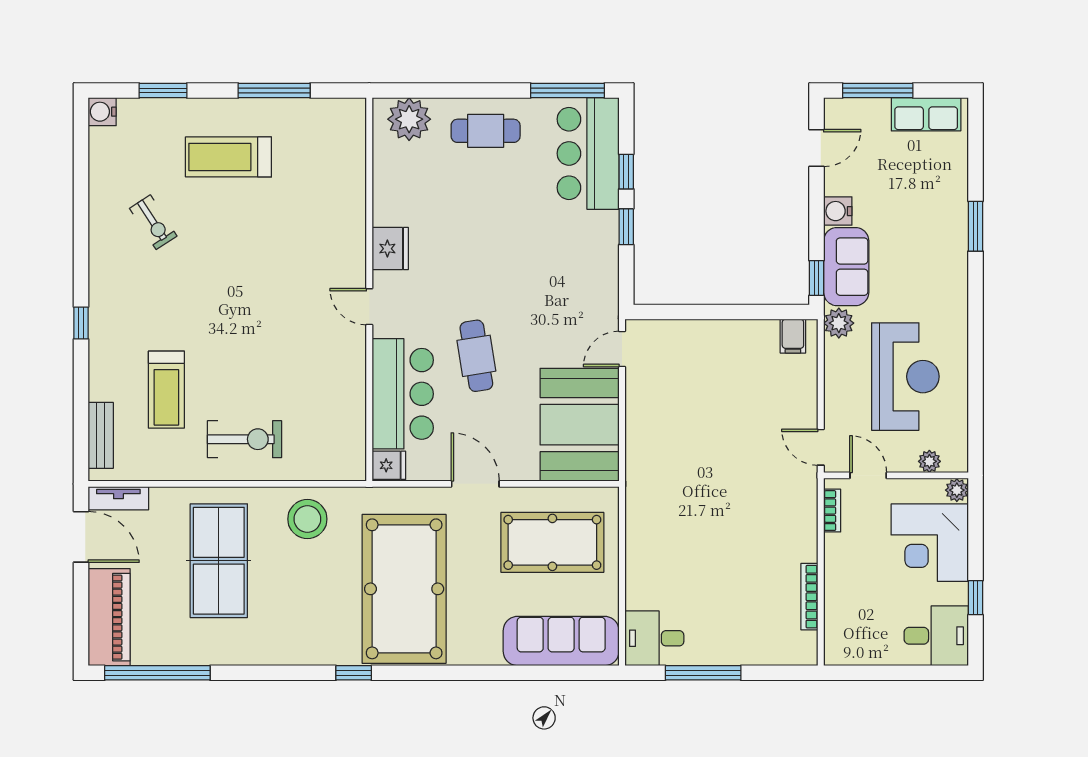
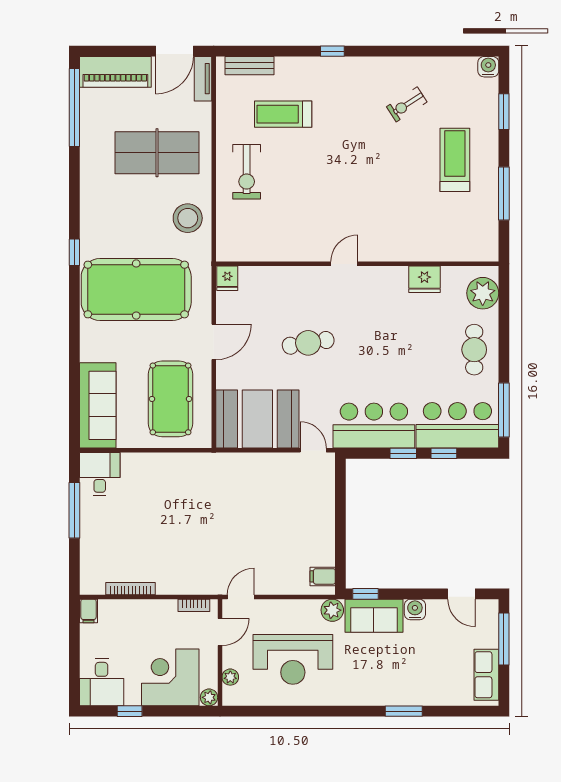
fridge: (390, 249) -> (424, 279), moved
bar counter: (403, 394) -> (374, 426), moved, turned 180
filing cabinet: (840, 653) -> (88, 611), added

